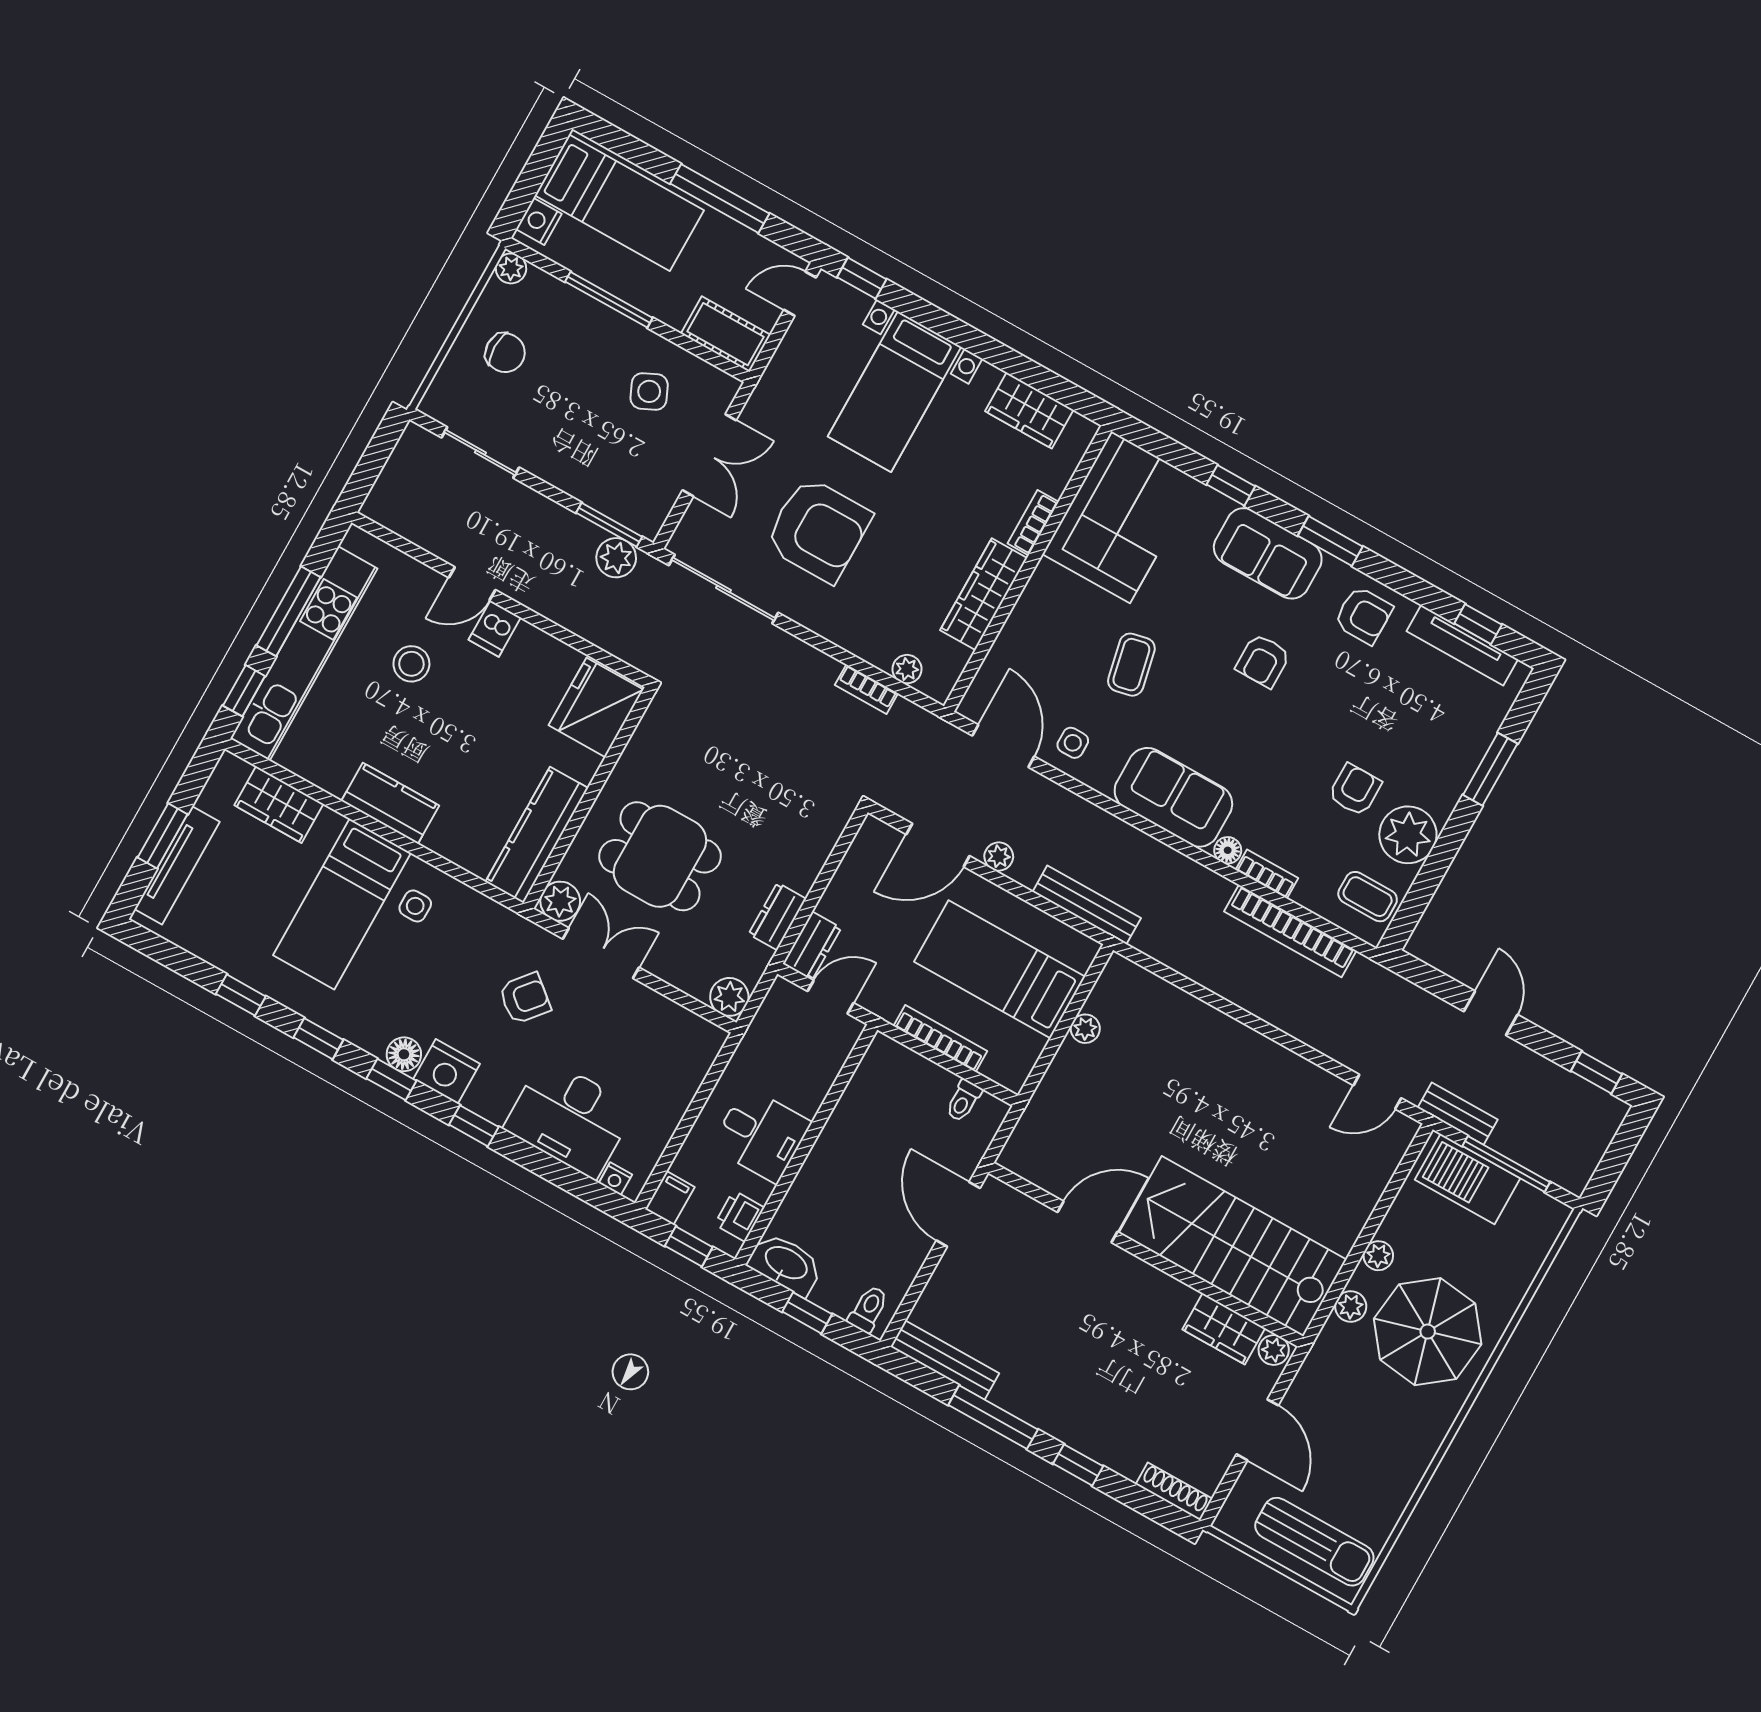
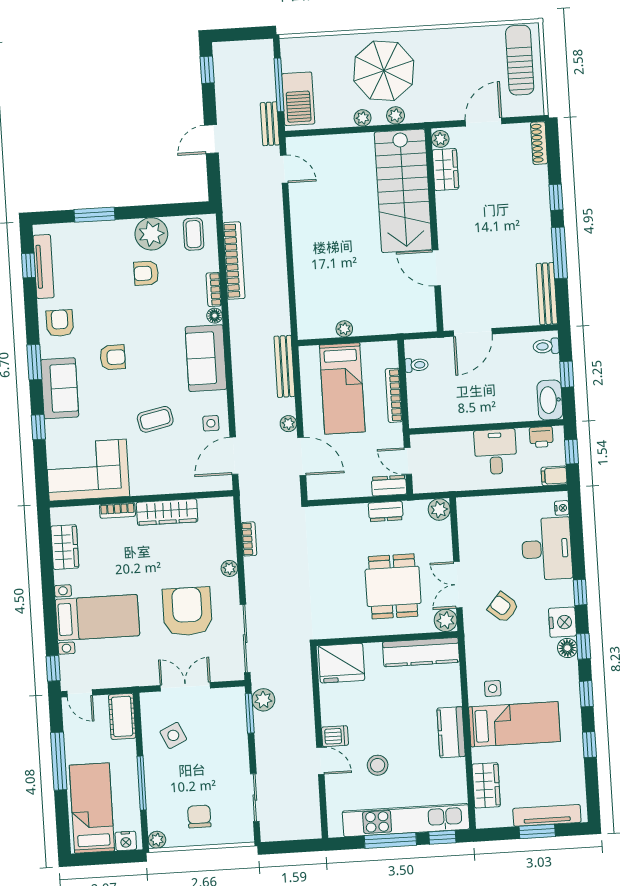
plant: (907, 669) -> (229, 568), moved

